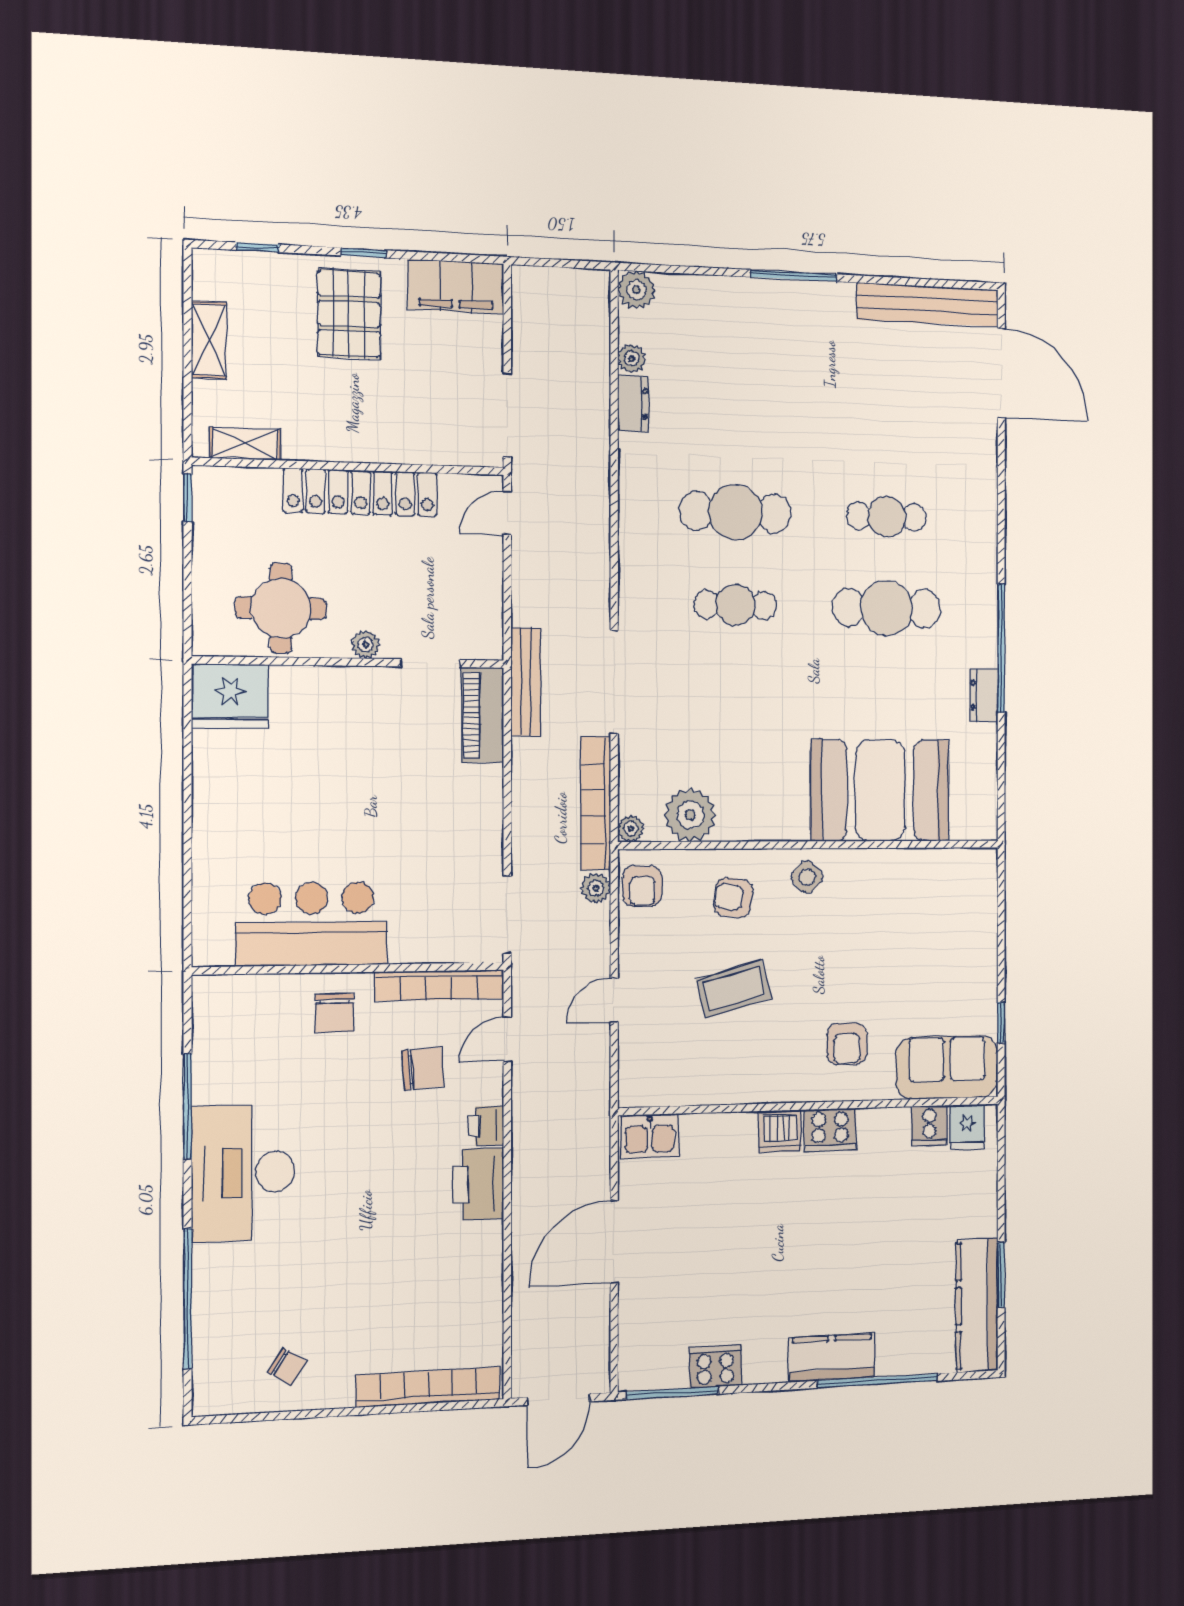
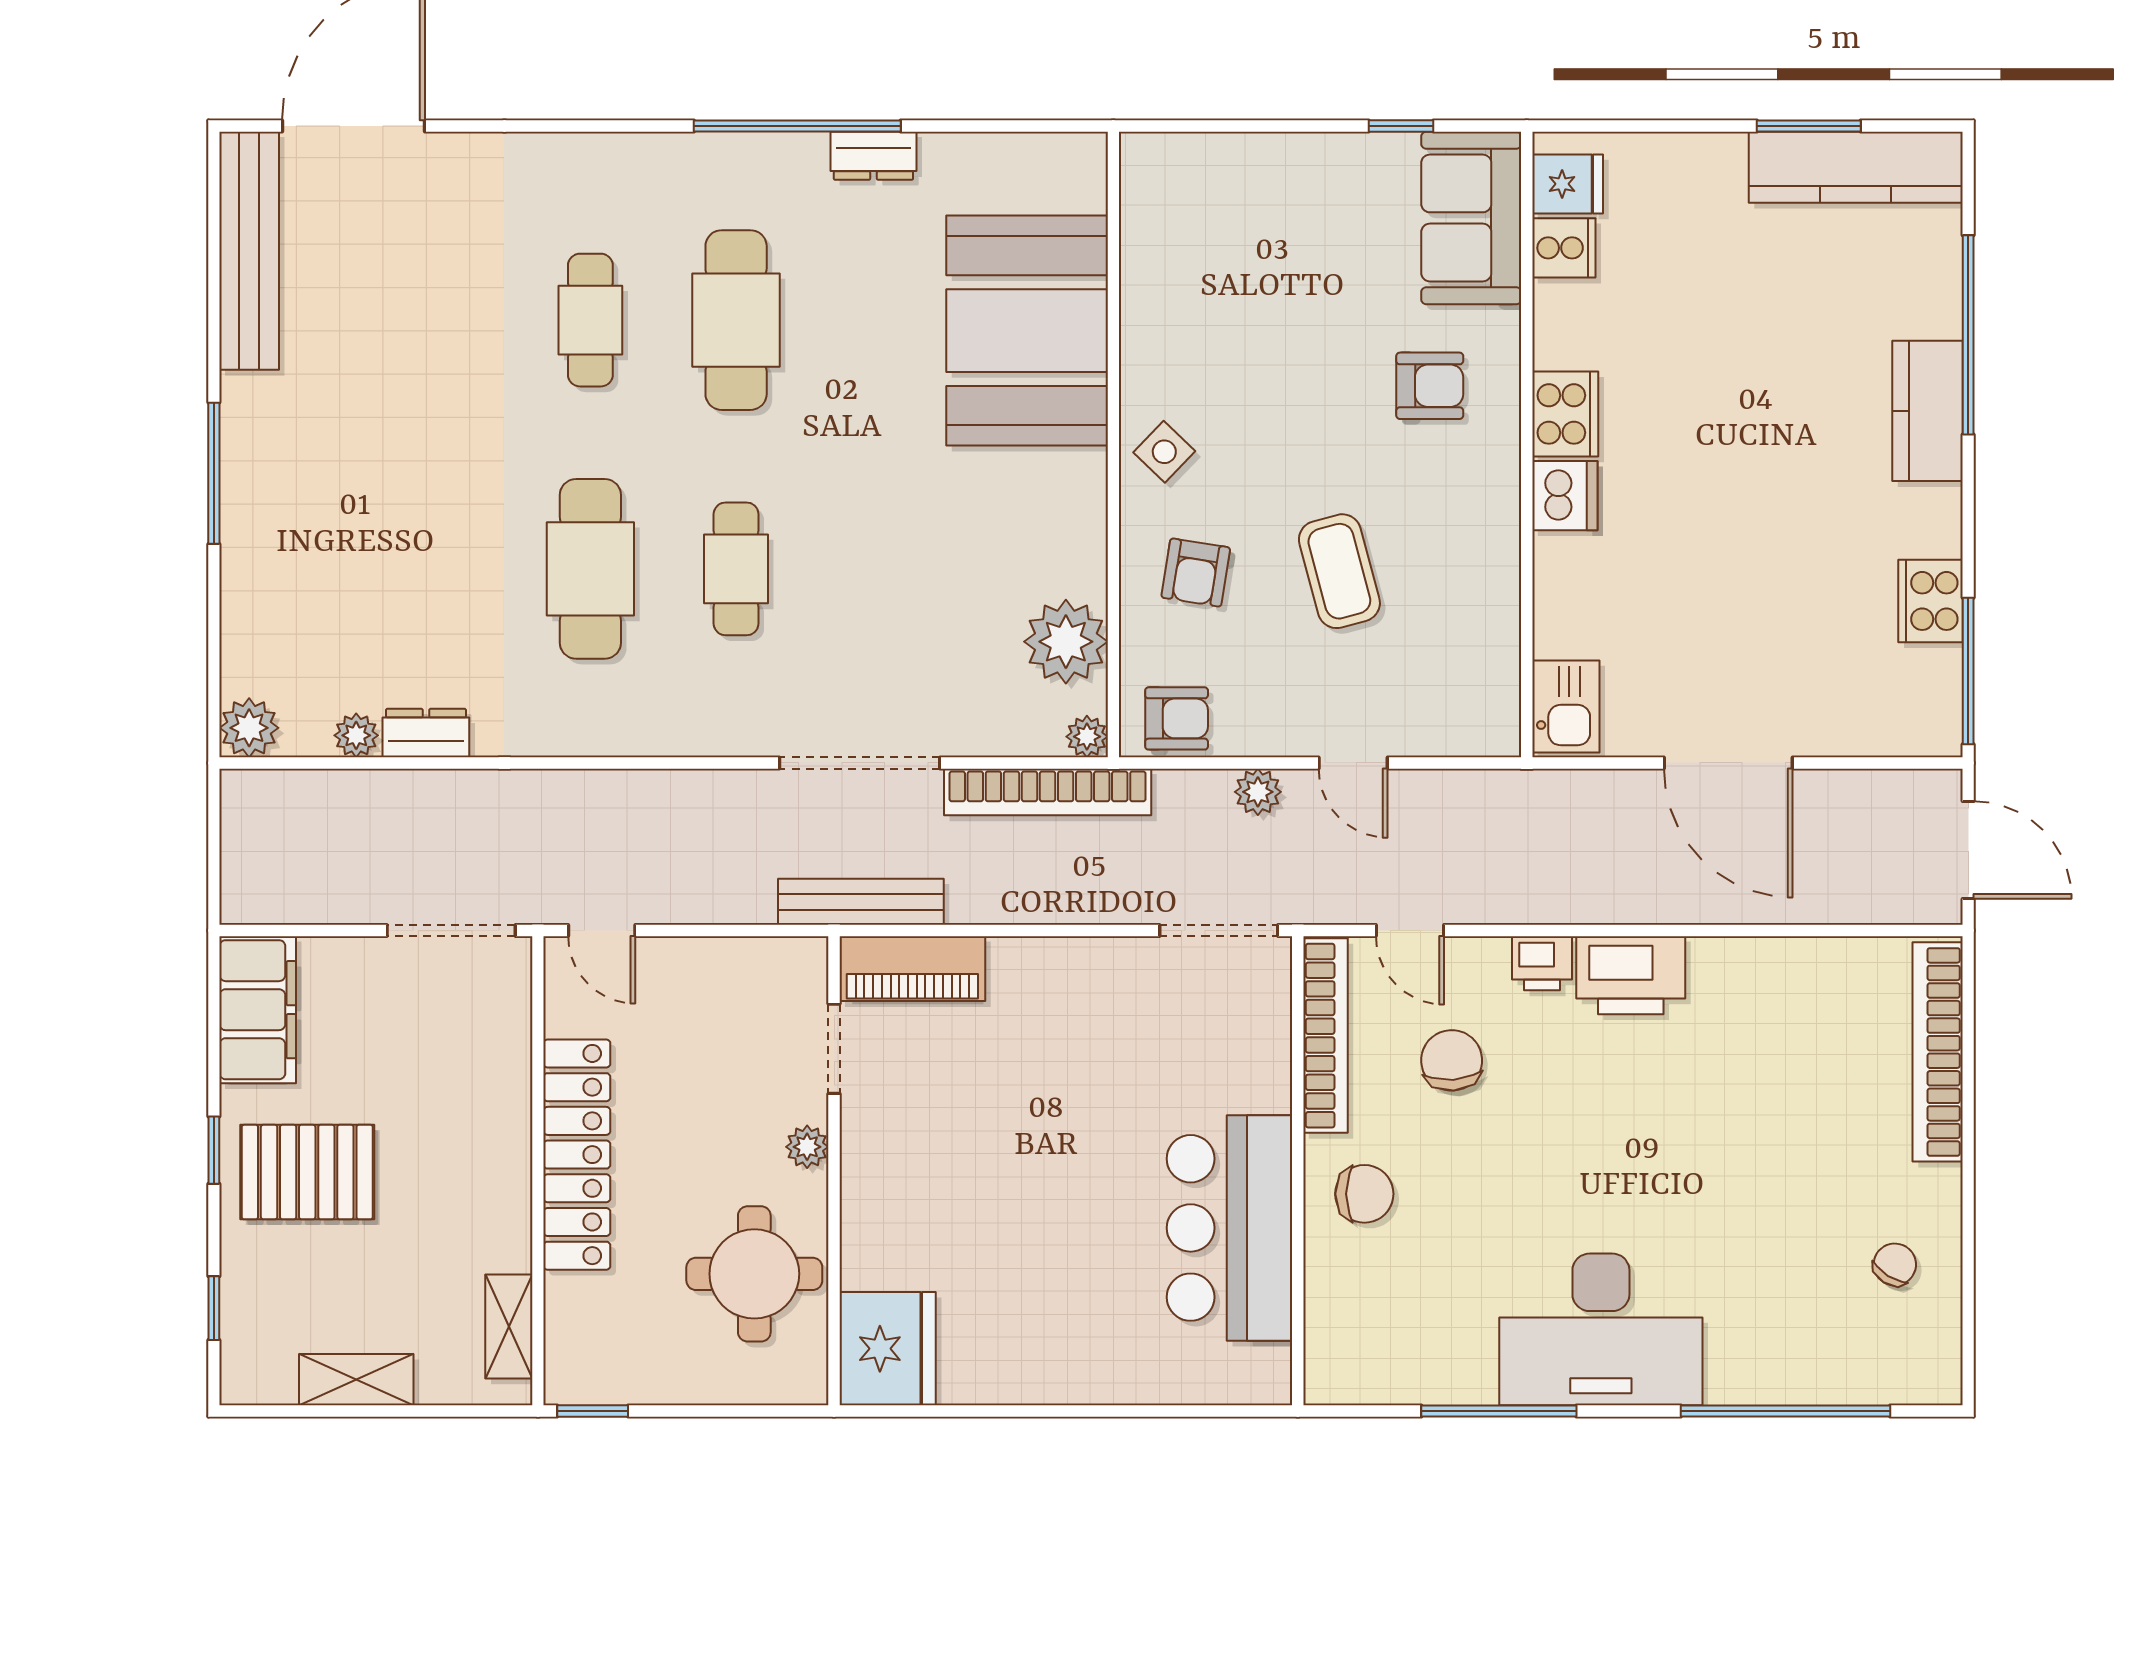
plant: (596, 888) -> (1258, 792), moved

